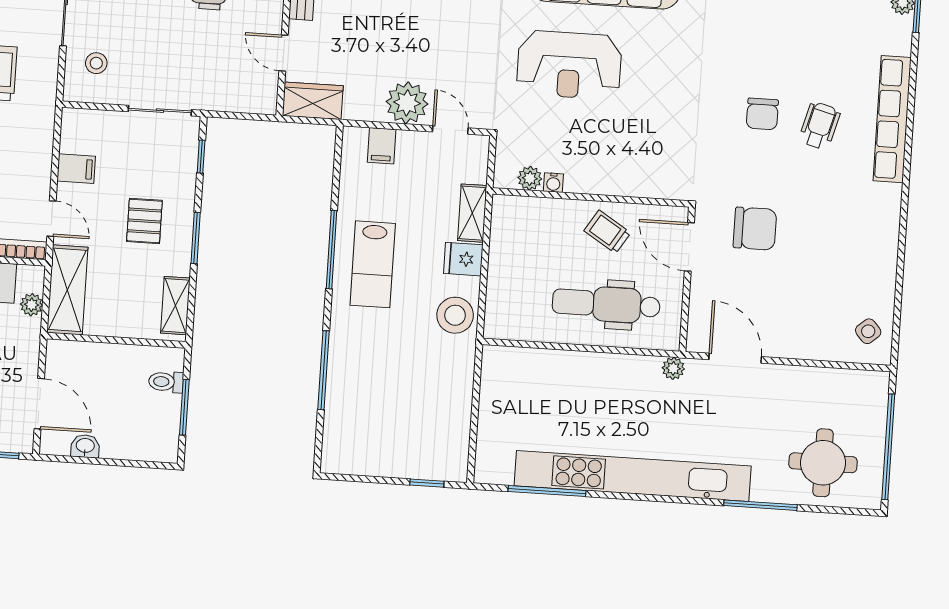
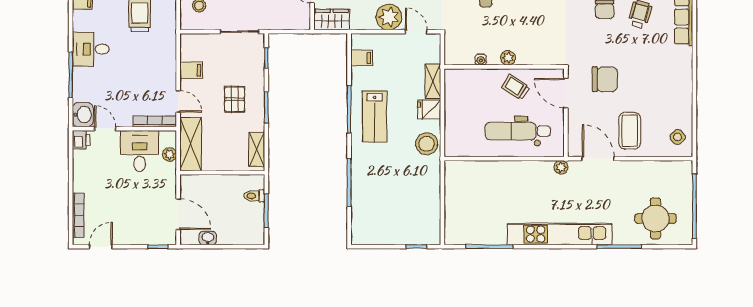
filing cabinet: (382, 146) -> (362, 58), moved, turned -90
plant: (530, 178) -> (508, 58), moved
coffee table: (790, 316) -> (630, 131), added
kitchen unit: (633, 476) -> (560, 234), width x0.73

